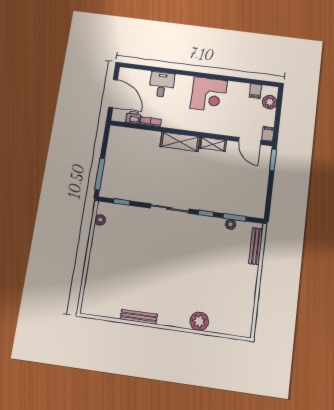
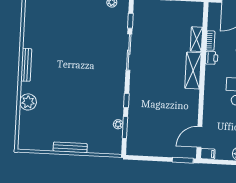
printer: (133, 117) -> (212, 58), moved
shelving: (213, 144) -> (196, 39), moved
sliding door: (170, 209) -> (129, 52), moved
bench: (256, 246) -> (70, 147), moved
bench: (139, 317) -> (26, 65), moved

